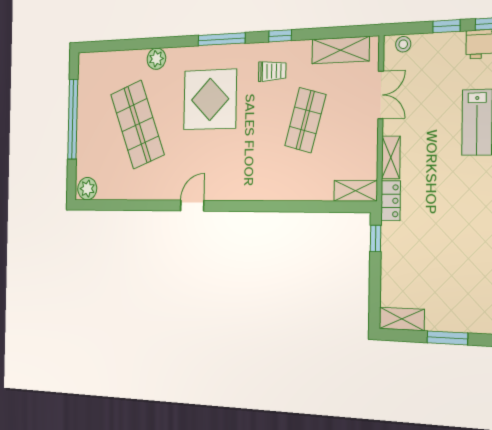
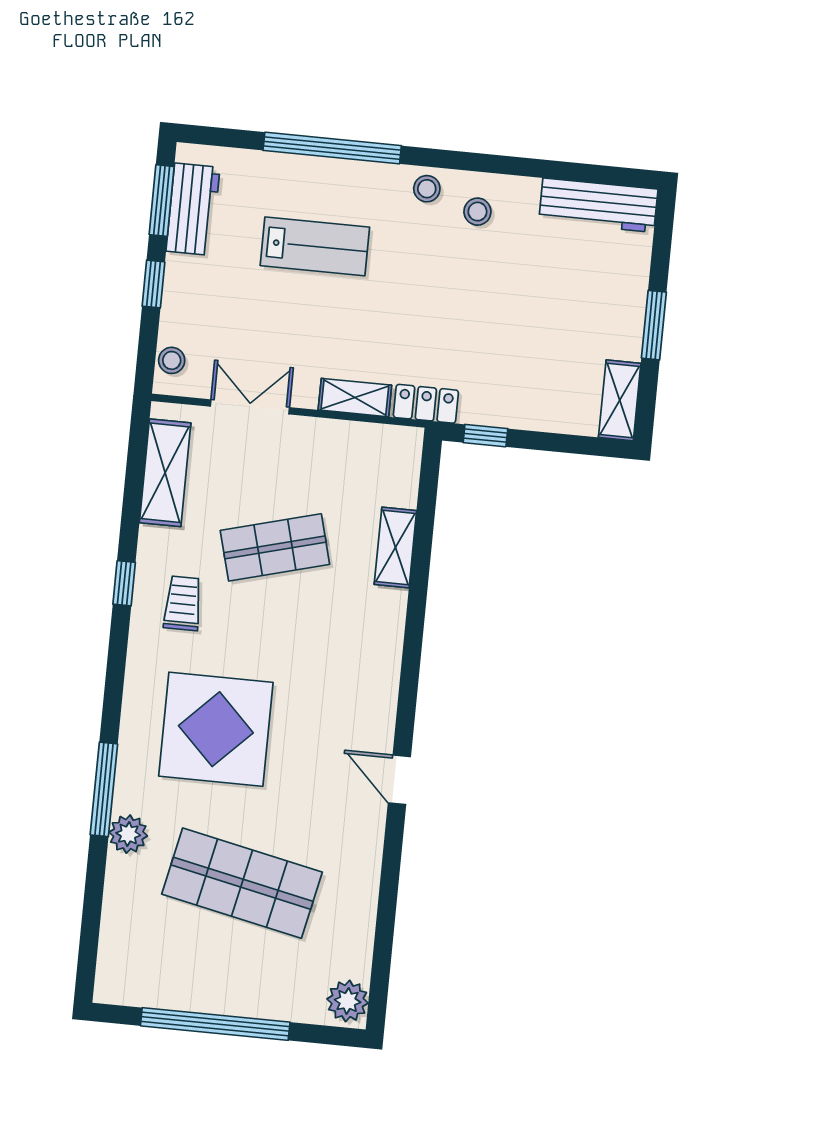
window: (222, 39) -> (104, 789), moved
shop shelf: (305, 120) -> (275, 547), turned -30
shop shelf: (137, 124) -> (242, 883), turned 33
shelving: (356, 191) -> (395, 548), moved

